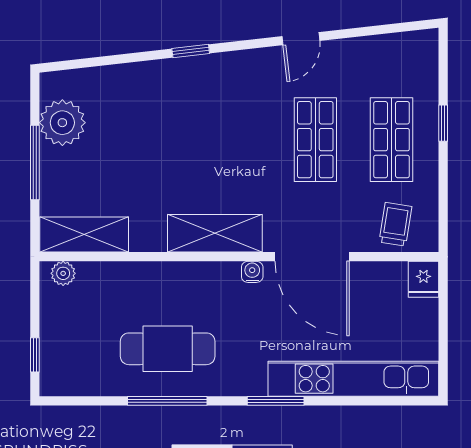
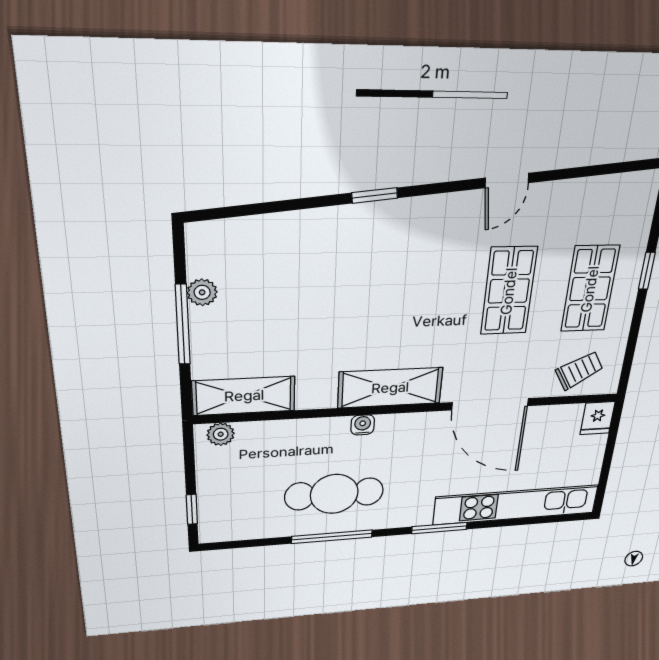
plant: (62, 123) -> (202, 292), width x0.53, depth x0.53
trolley: (395, 224) -> (579, 370), turned 51
water cooler: (252, 272) -> (363, 425), moved

